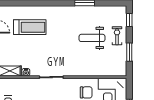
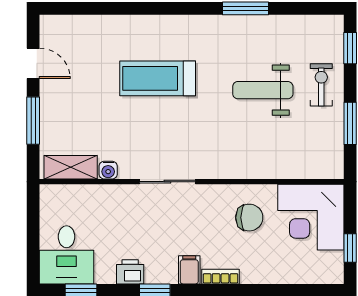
treadmill: (30, 27) -> (158, 78), moved, turned 180

